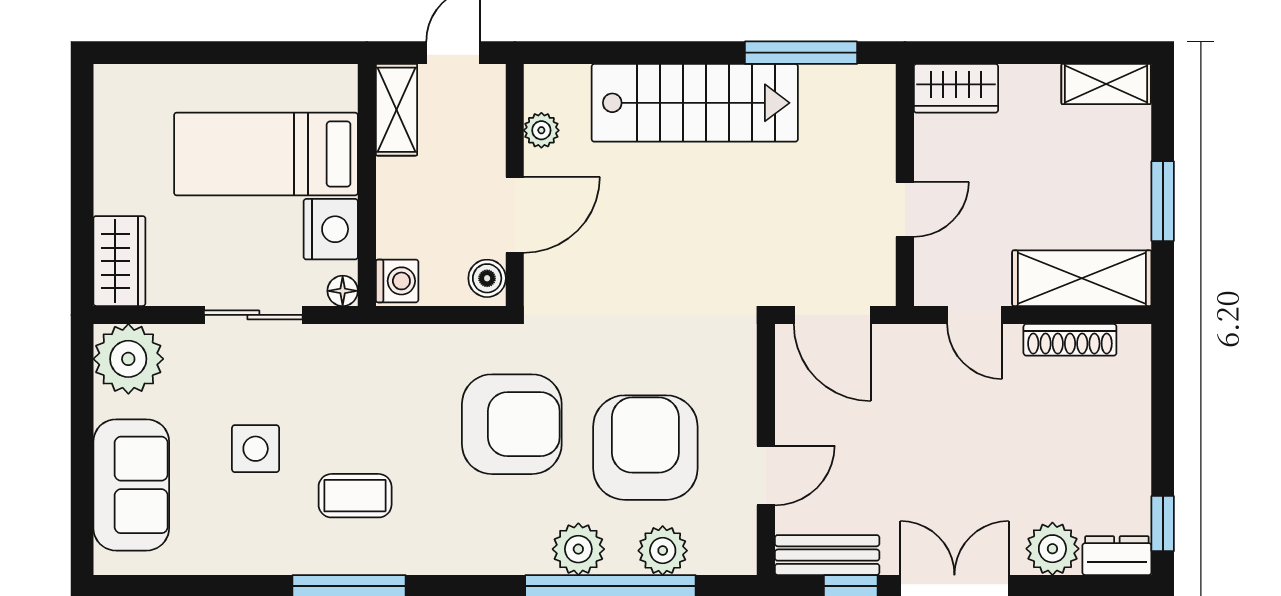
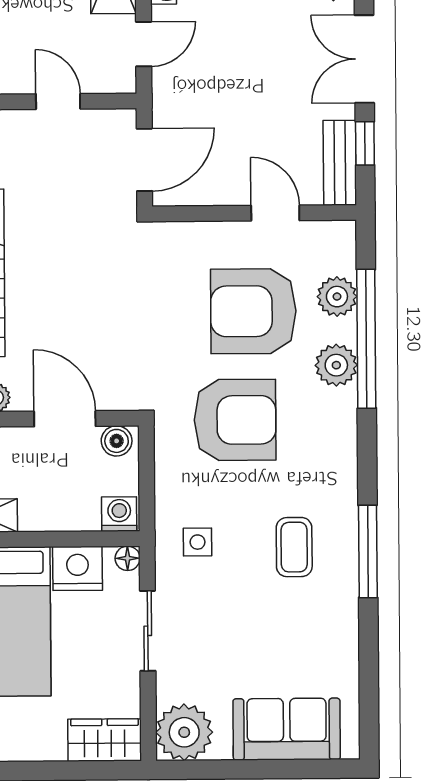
armchair: (512, 424) -> (235, 420), turned 90
side table: (256, 449) -> (197, 542), moved, width x0.73, depth x0.73

